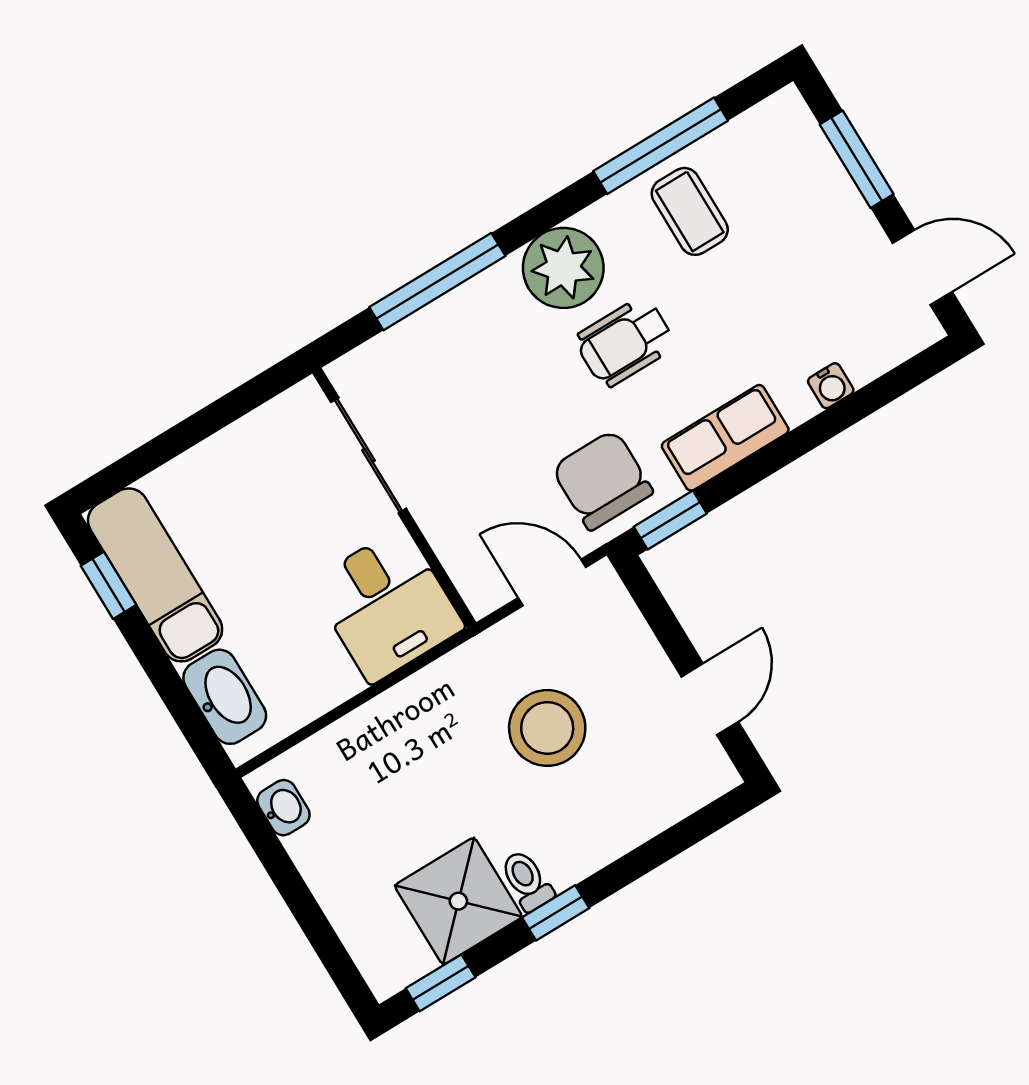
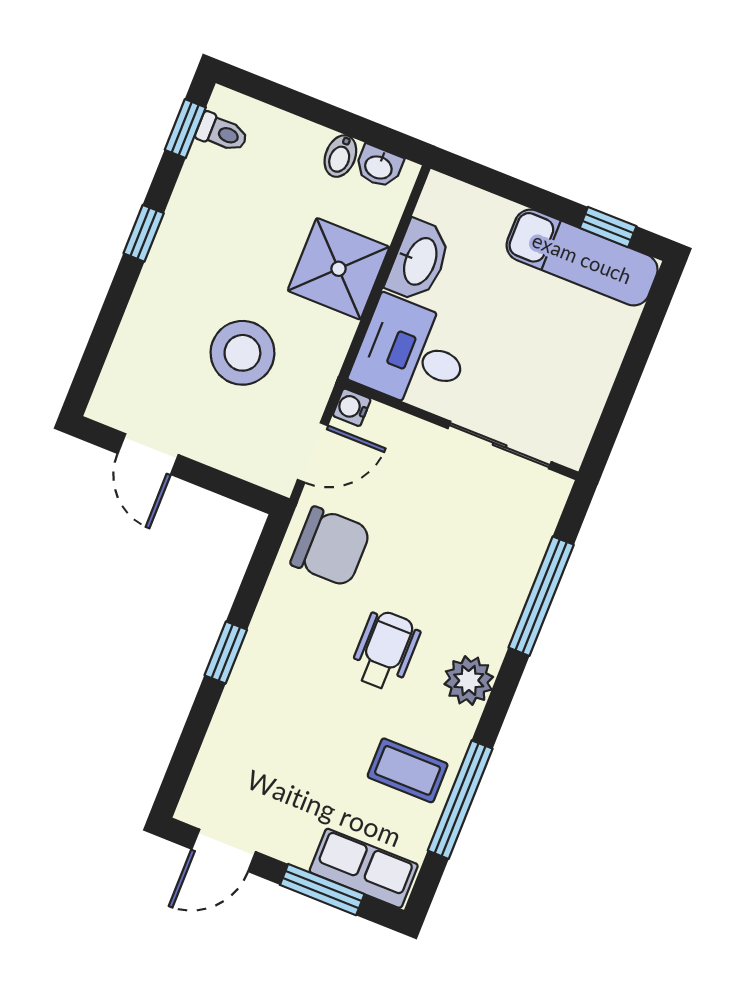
plant: (563, 268) -> (469, 680), width x0.73, depth x0.73
water cooler: (831, 386) -> (352, 407), moved
row of seats: (725, 438) -> (364, 868), moved, turned -90
window: (670, 520) -> (226, 653), moved
washbasin: (225, 697) -> (419, 261), moved, turned -90
bidet: (312, 845) -> (340, 156), added
toilet: (527, 881) -> (222, 133), moved
shower: (458, 901) -> (339, 269), moved

